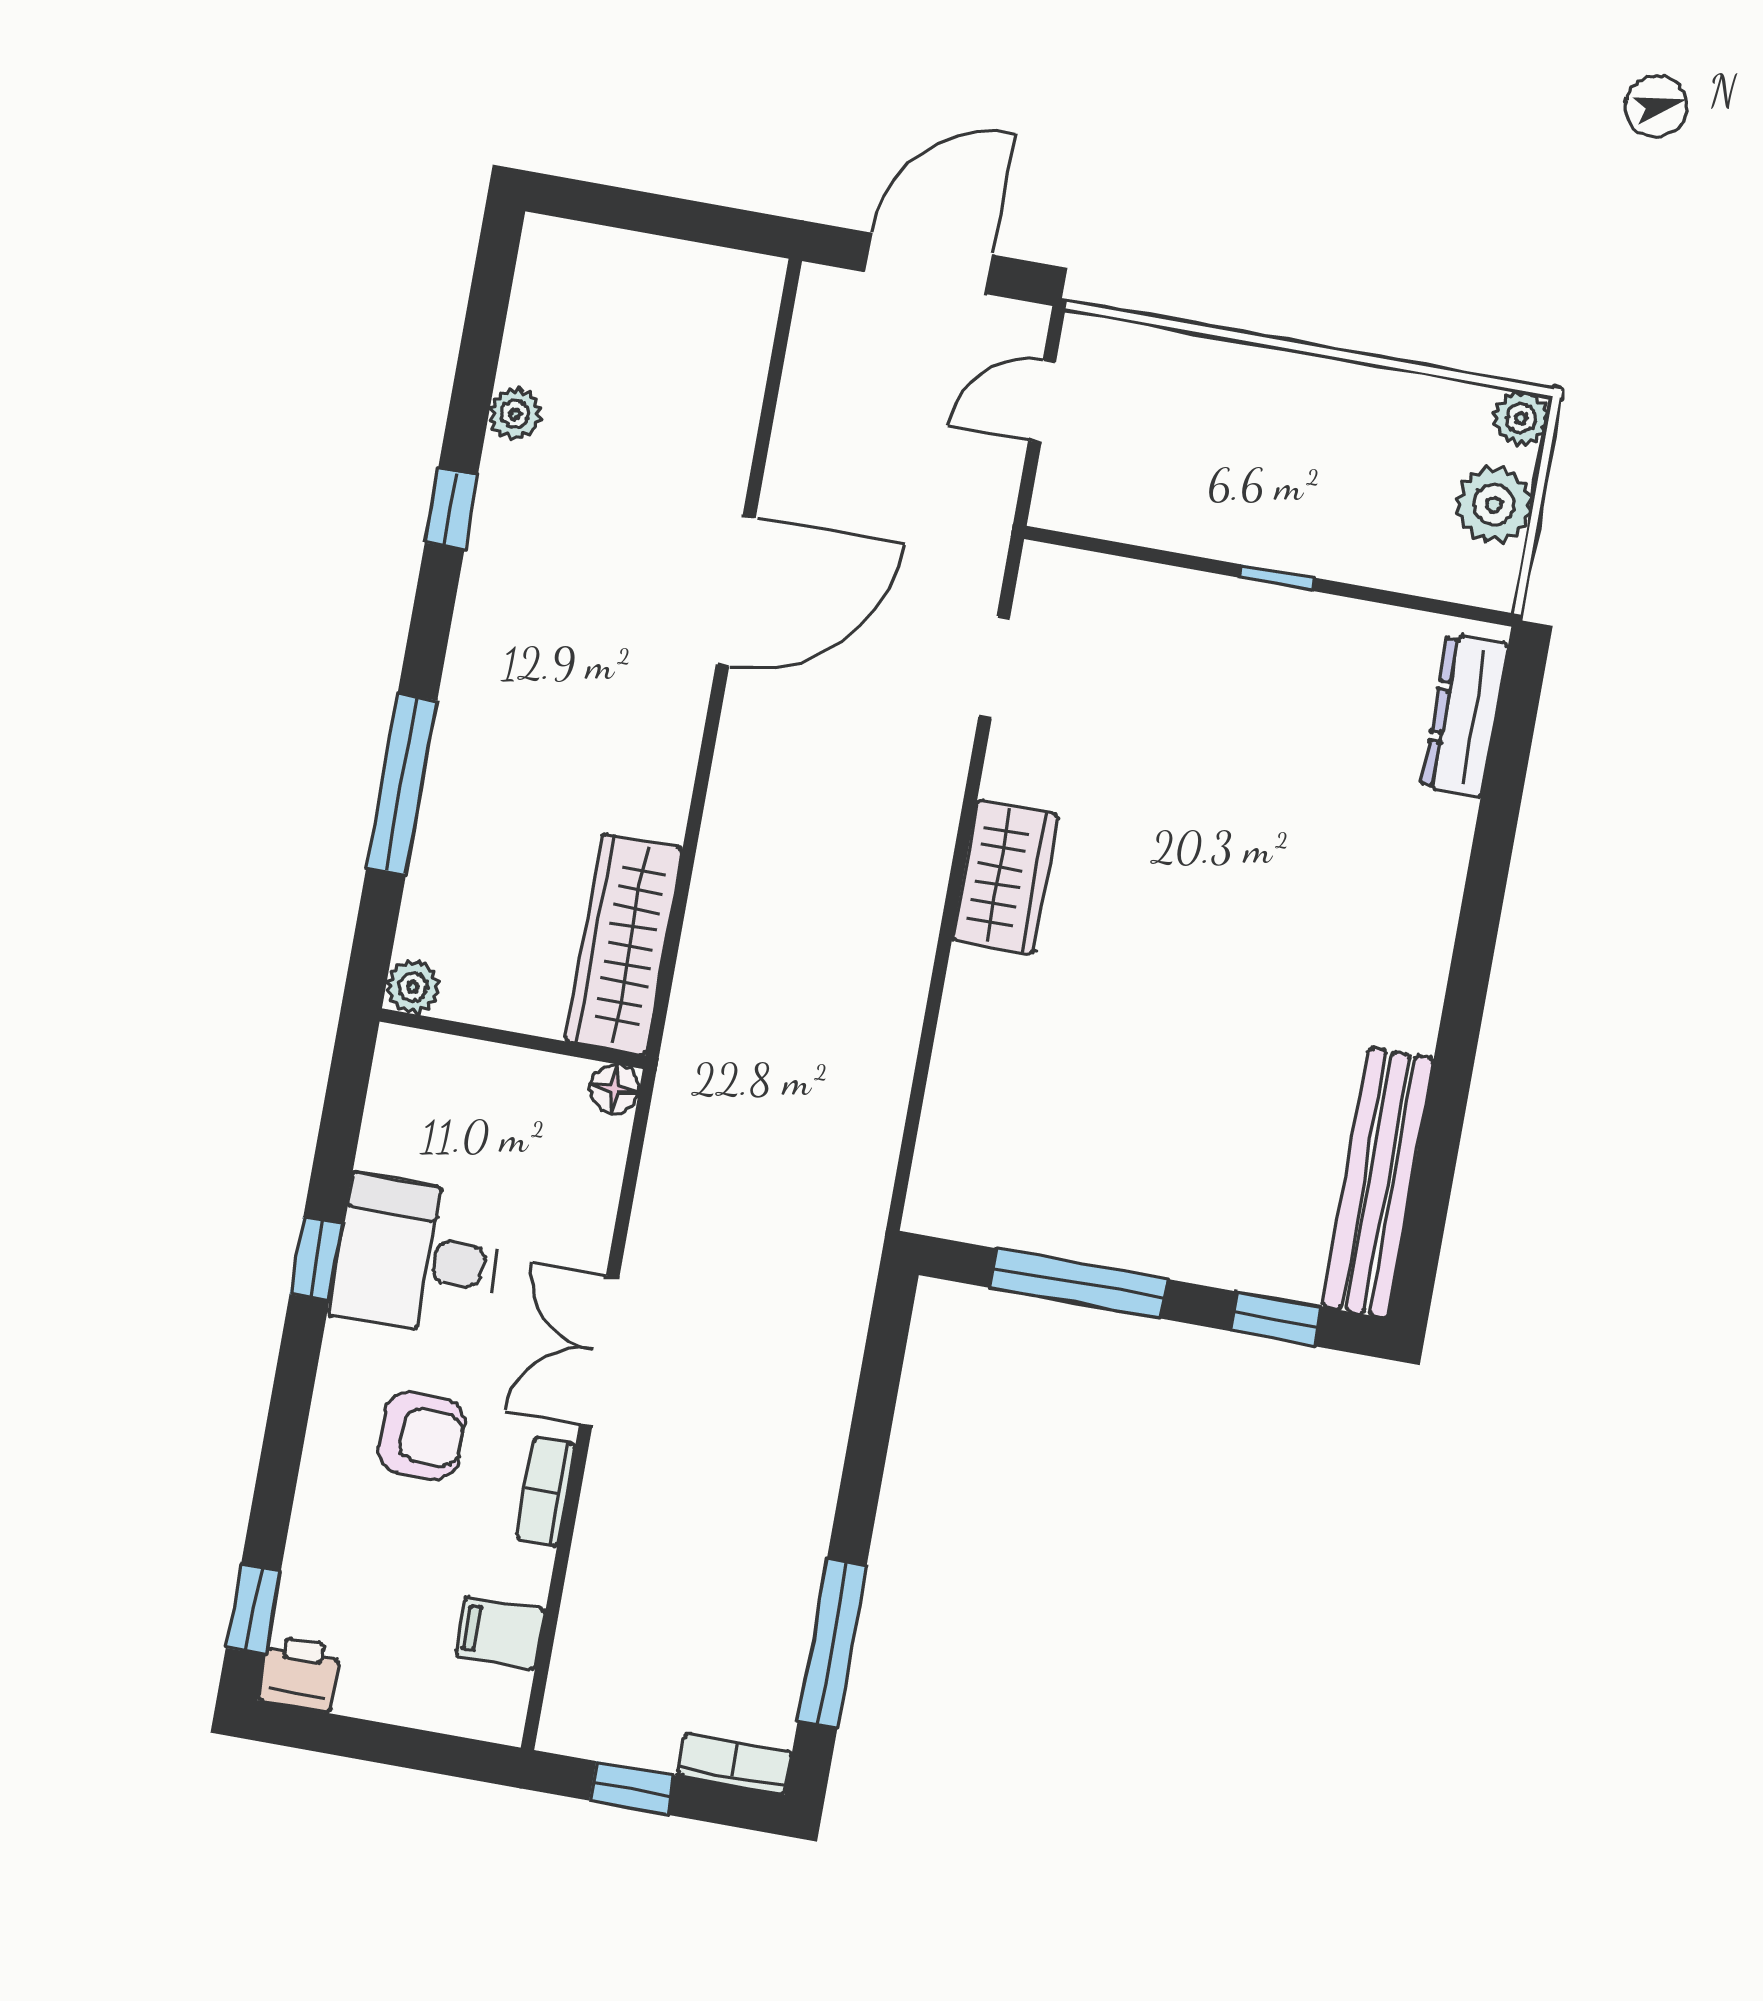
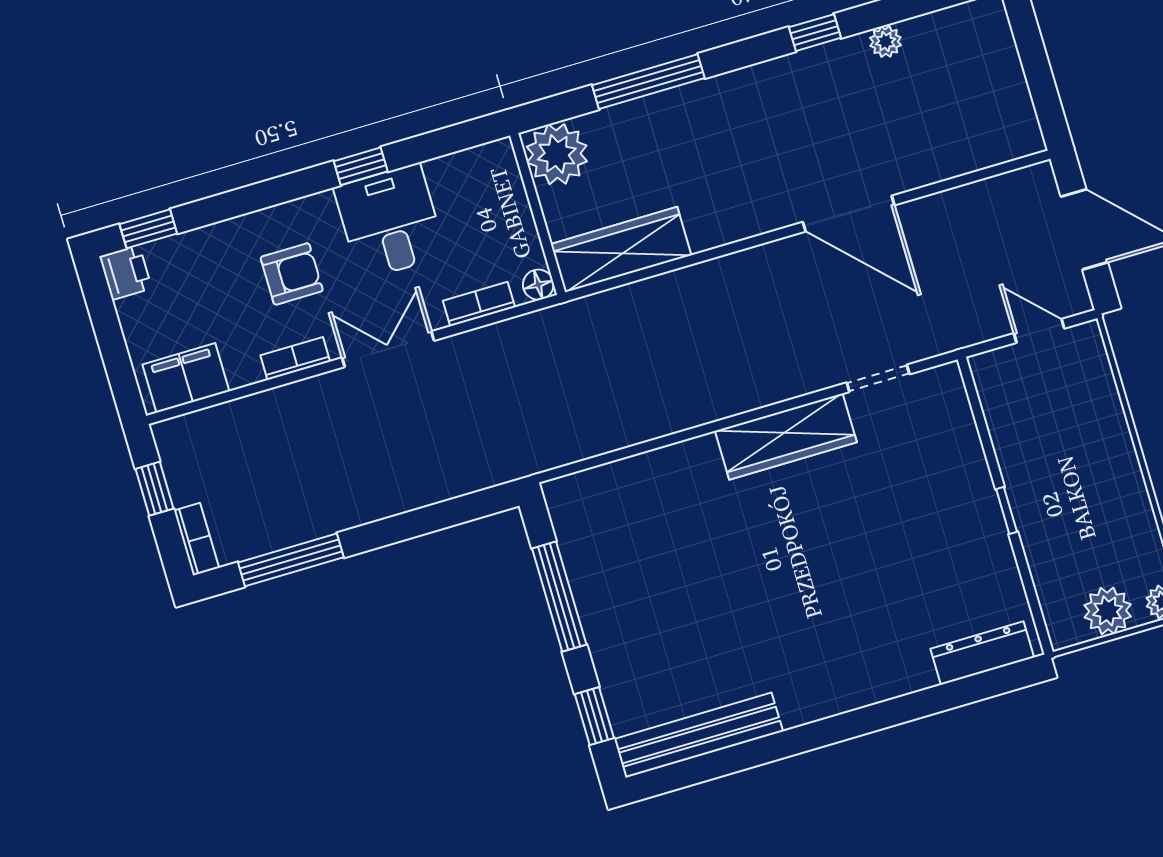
wardrobe: (1005, 877) -> (786, 437), width x1.50
plant: (413, 987) -> (557, 154), width x1.88, depth x1.88
bookcase: (600, 1188) -> (479, 304), added
armchair: (422, 1436) -> (292, 274), turned -90
filing cabinet: (500, 1633) -> (186, 378), width x2.00

